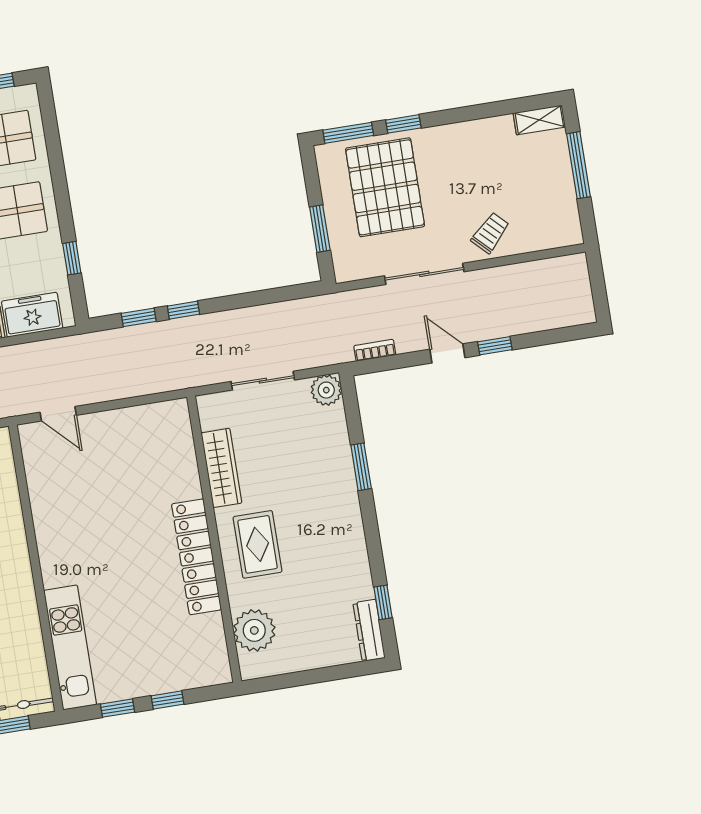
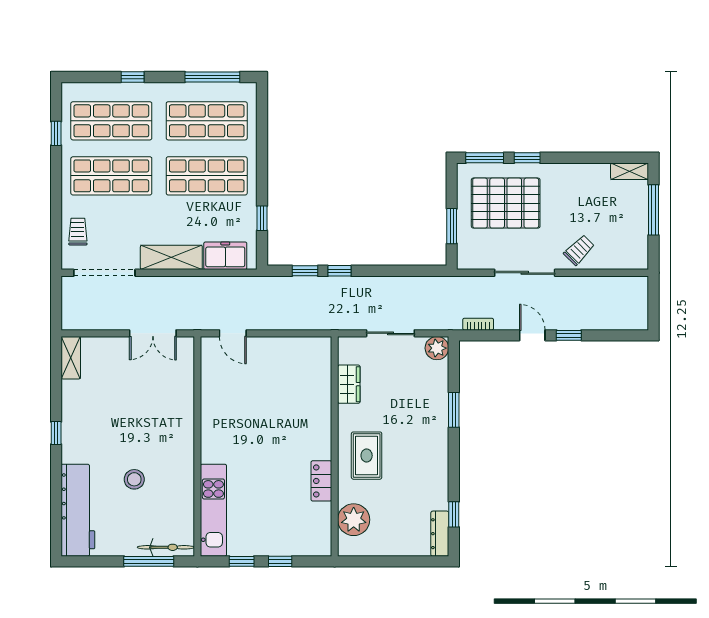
pallet: (385, 187) -> (506, 203), turned 90
wardrobe: (221, 468) -> (349, 384), width x0.67
locker: (196, 557) -> (321, 481), width x0.46, depth x0.83

